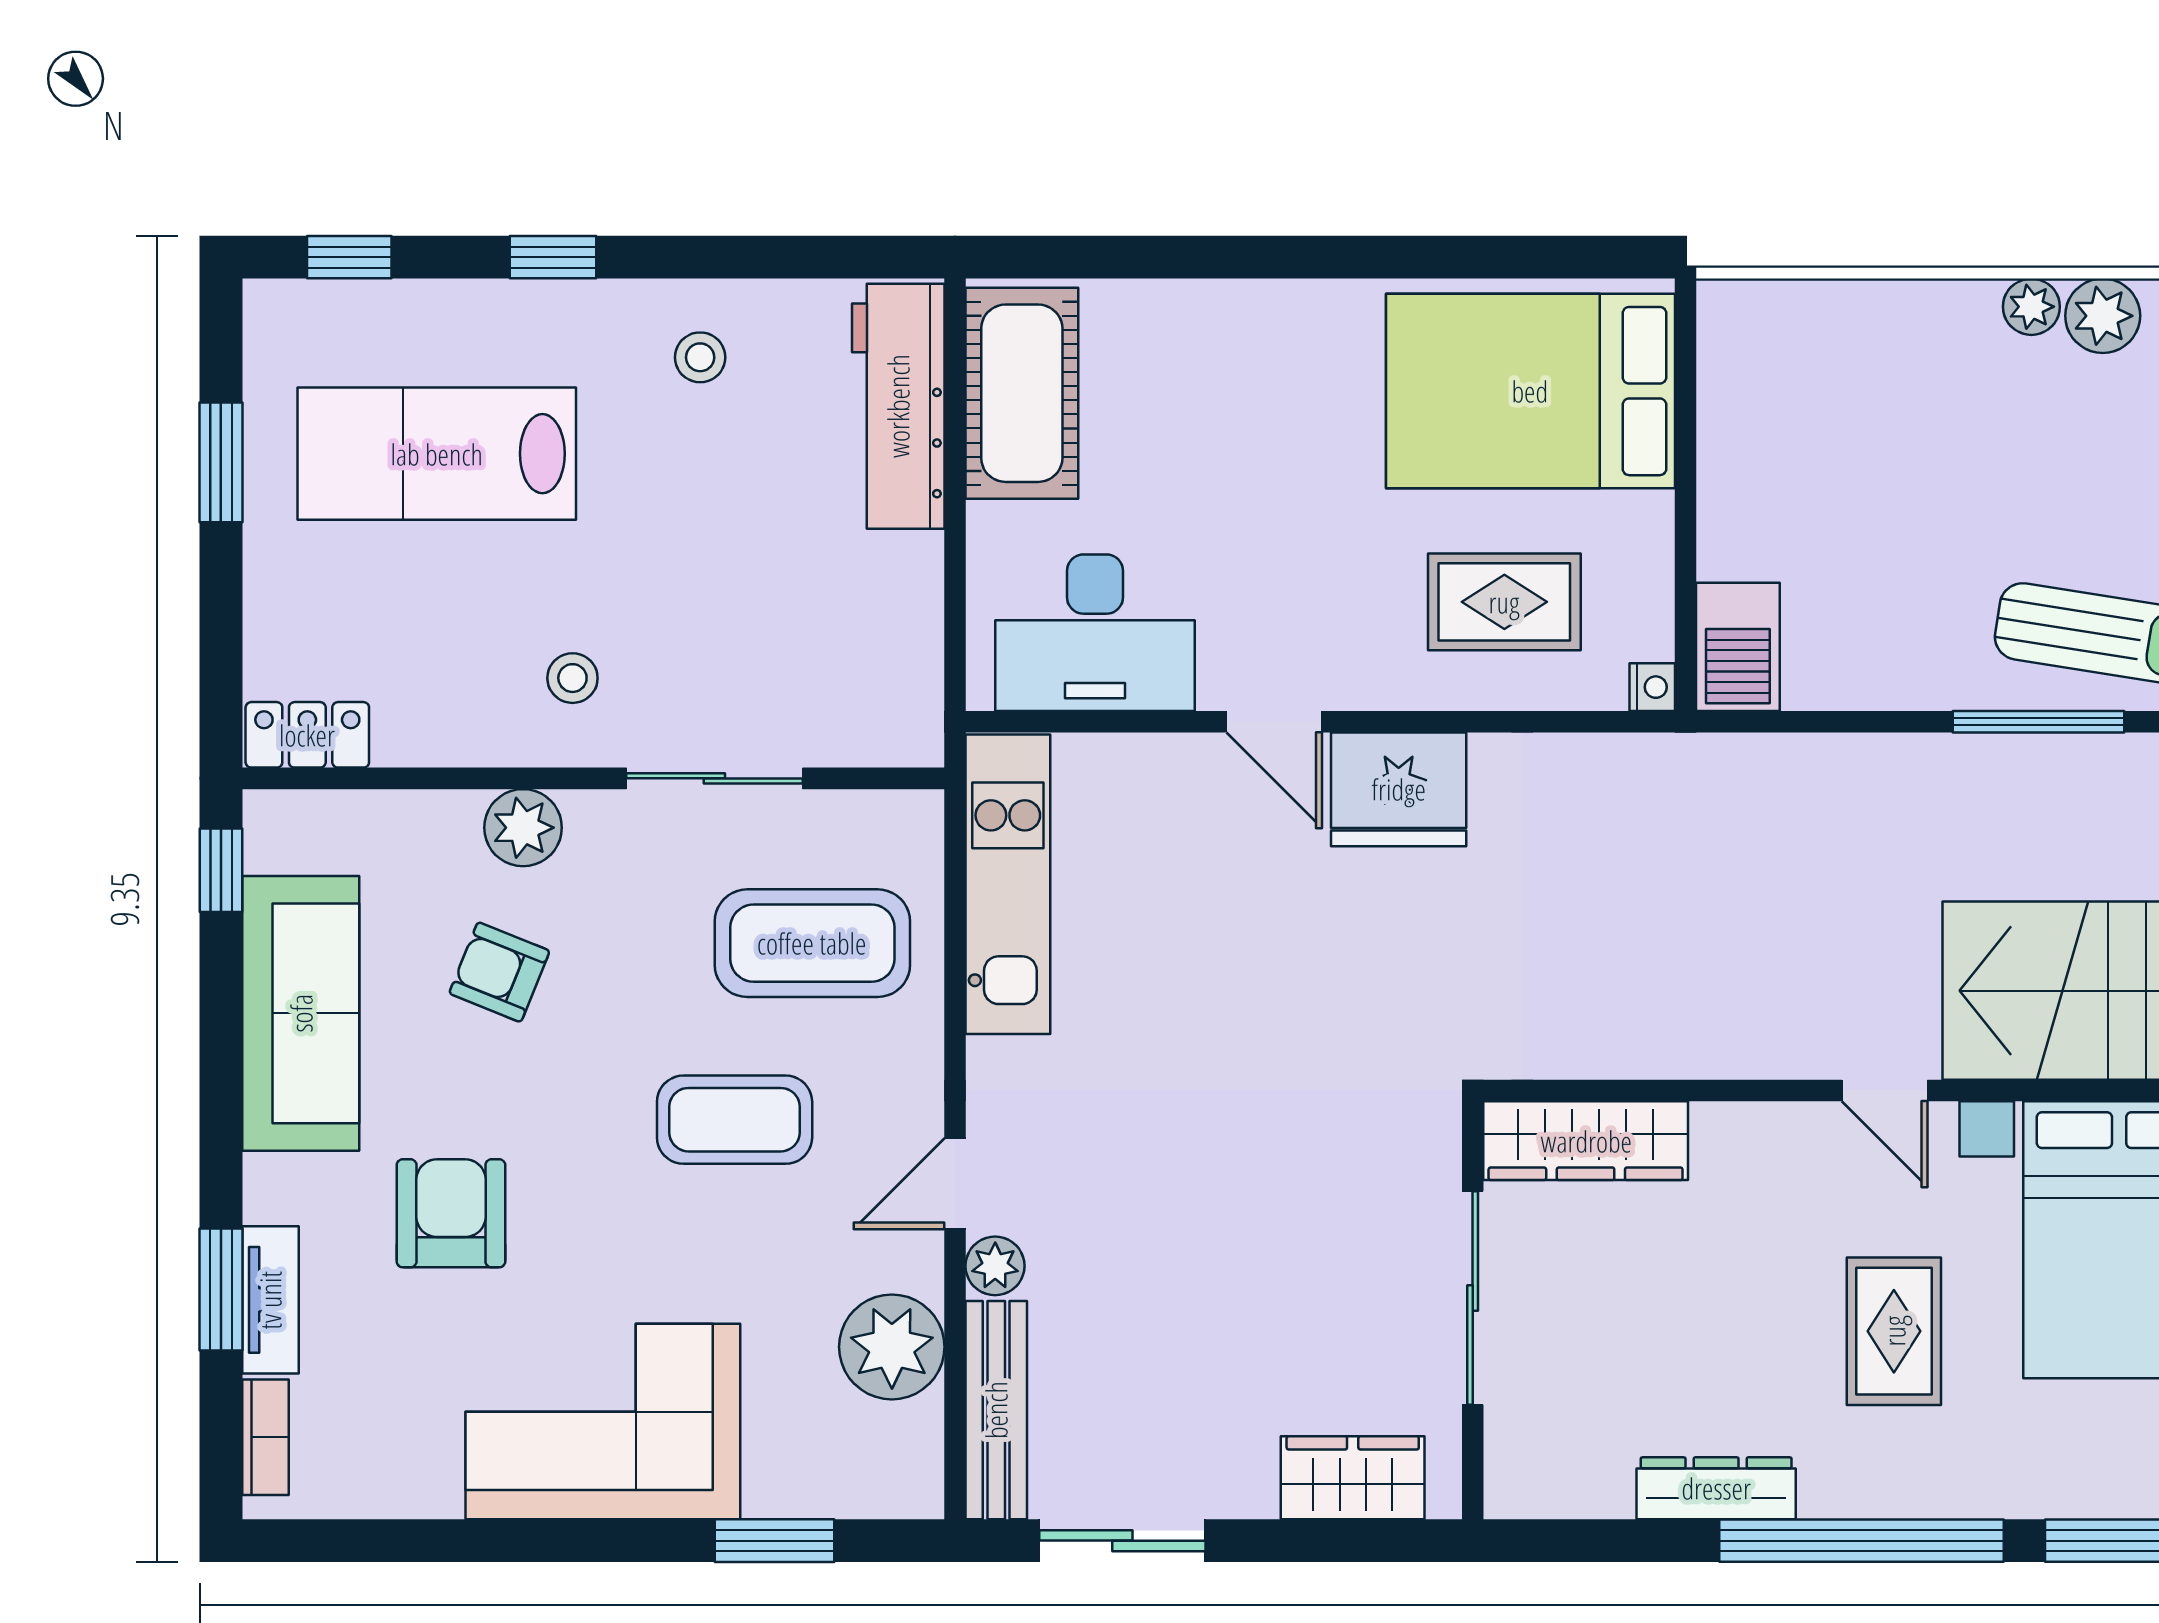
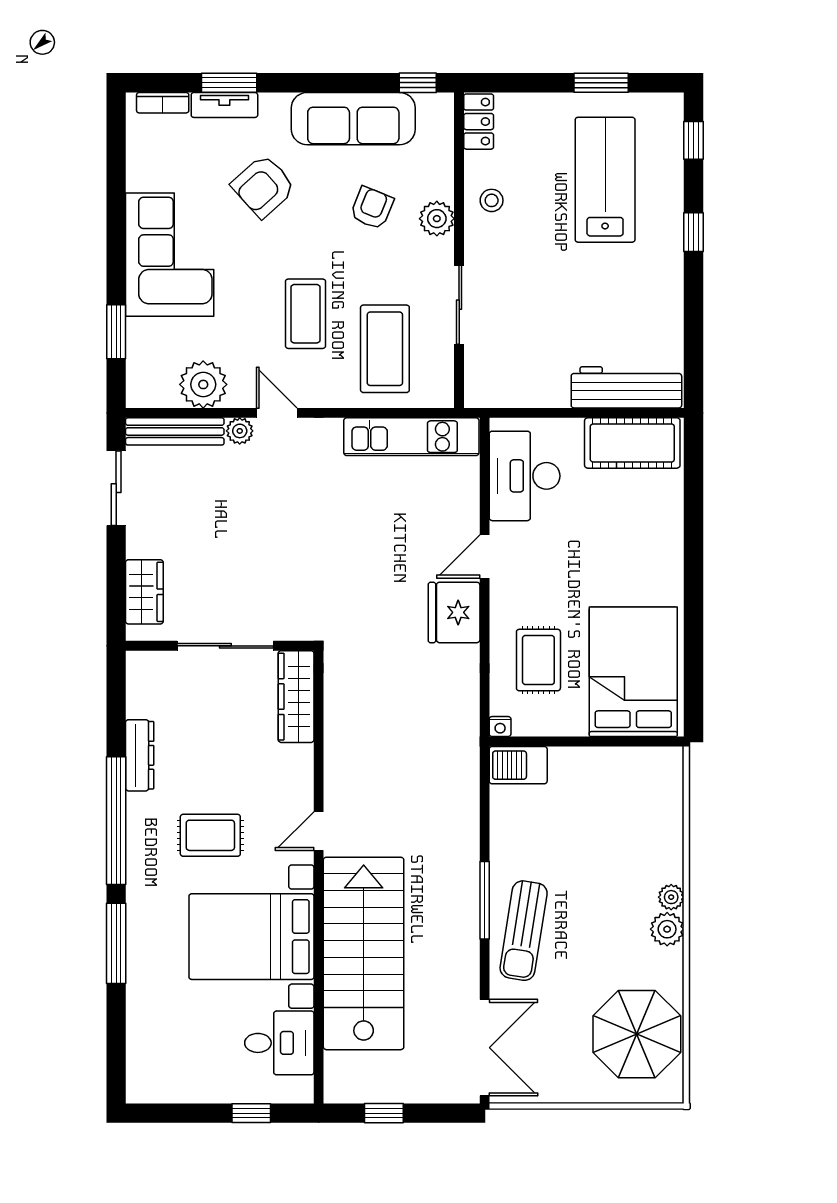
stool: (700, 357) -> (648, 298), removed
stool: (572, 678) -> (492, 200), moved
armchair: (451, 1213) -> (263, 186), turned 138

